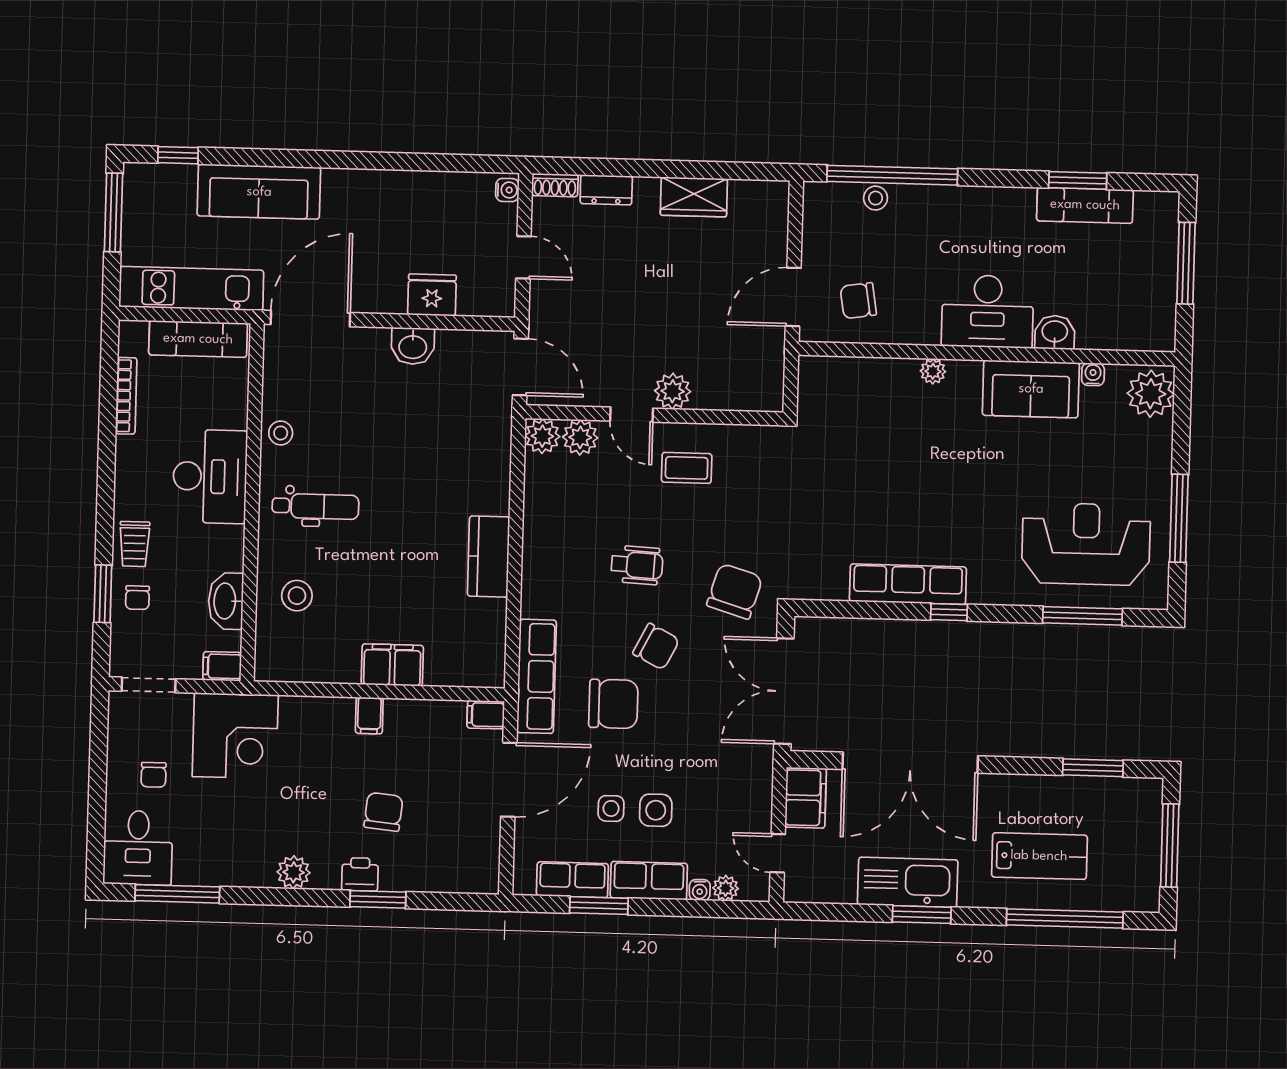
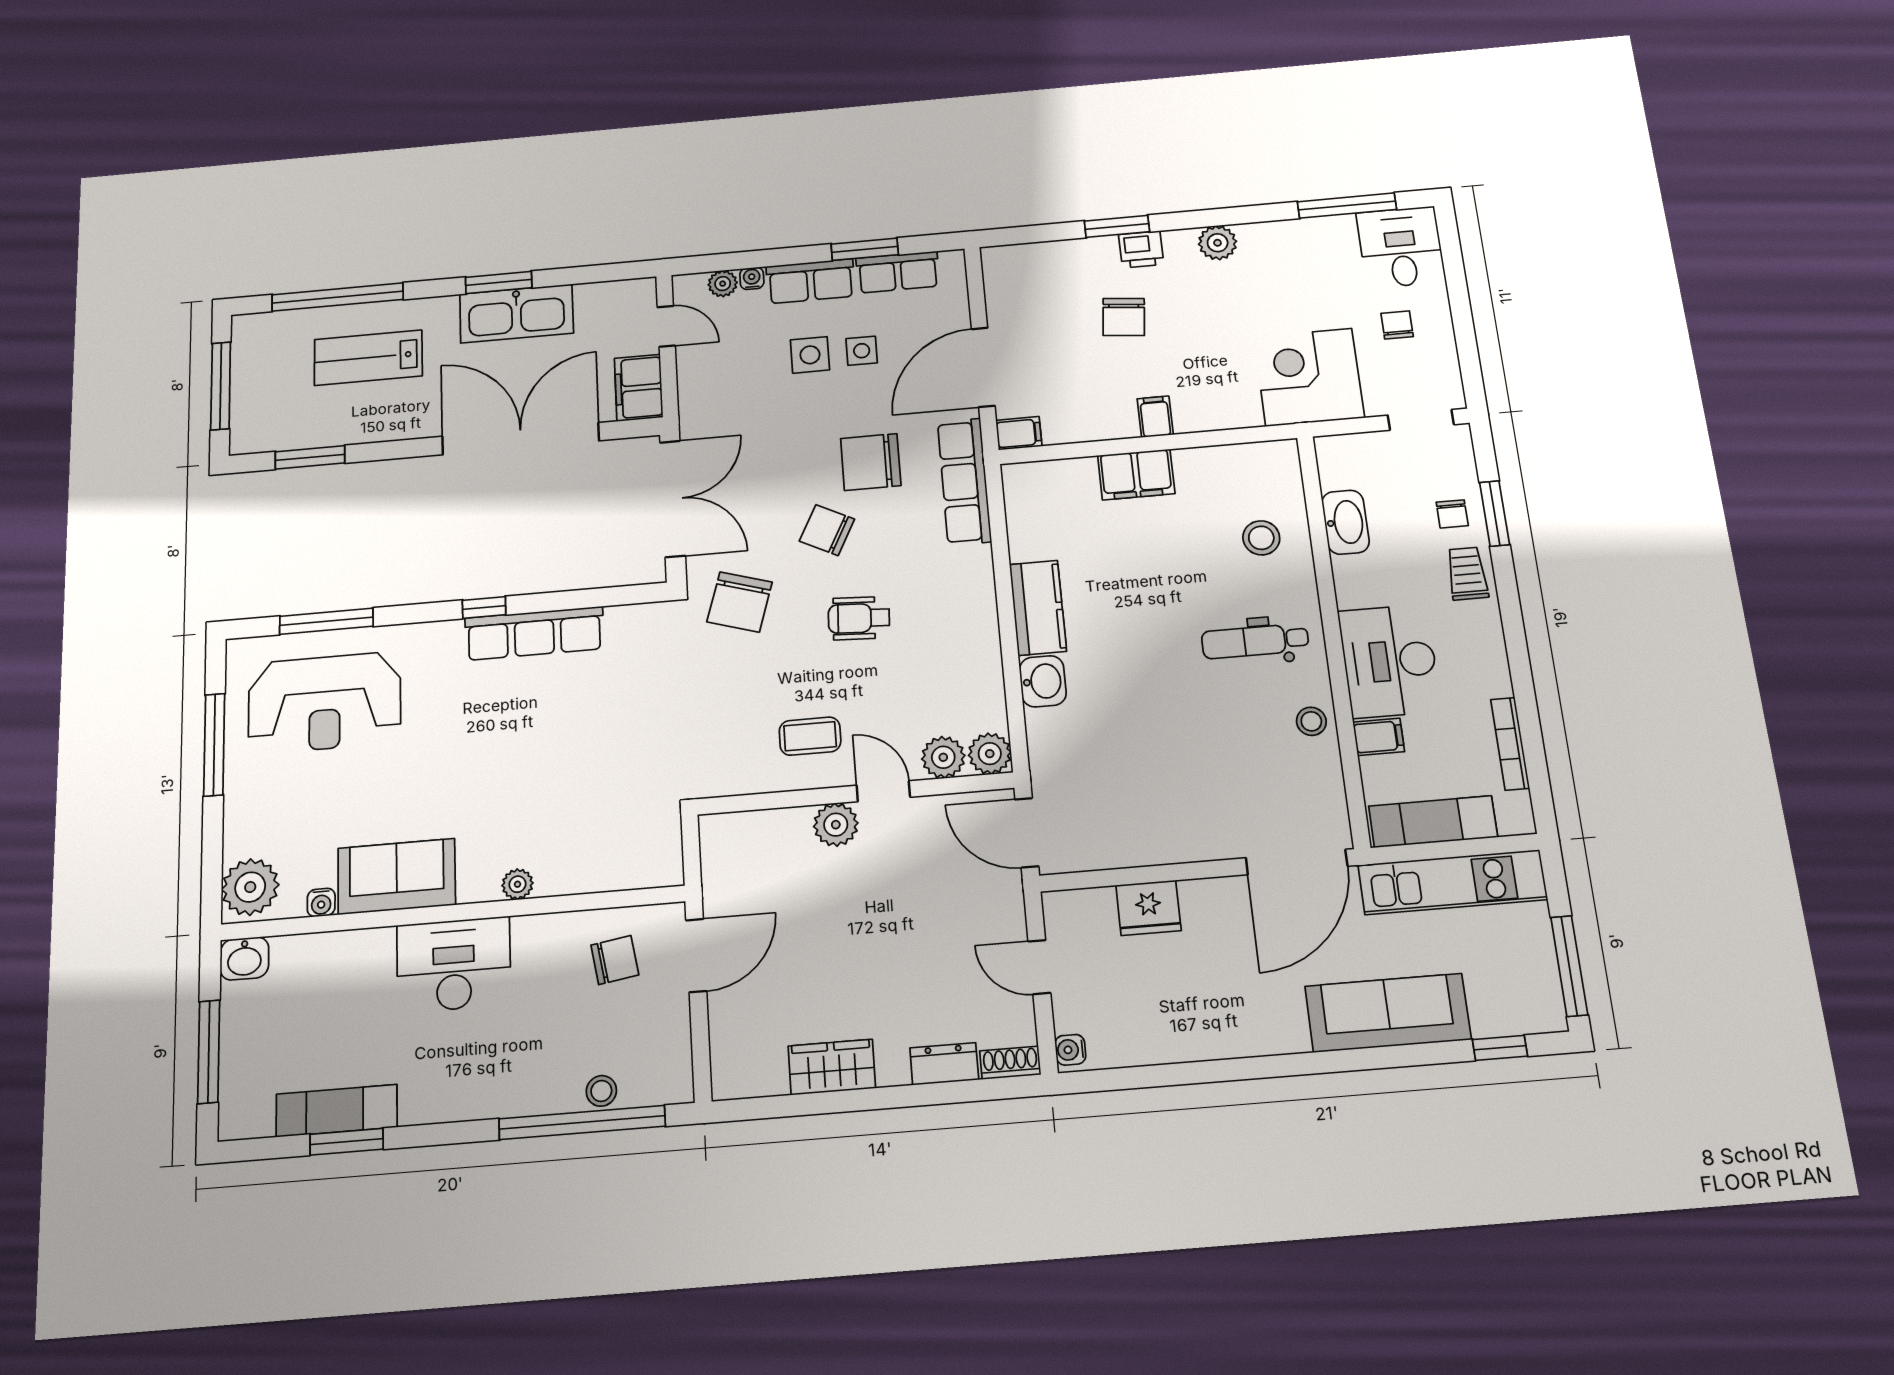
washbasin: (1055, 332) -> (244, 959), moved
washbasin: (413, 346) -> (1043, 681), moved, turned 90
chair: (137, 598) -> (1452, 514), turned 180
filing cabinet: (222, 666) -> (1379, 737), moved

